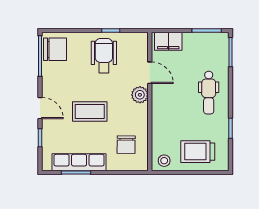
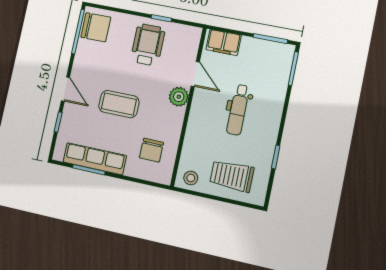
dental chair: (209, 93) -> (238, 110), moved

